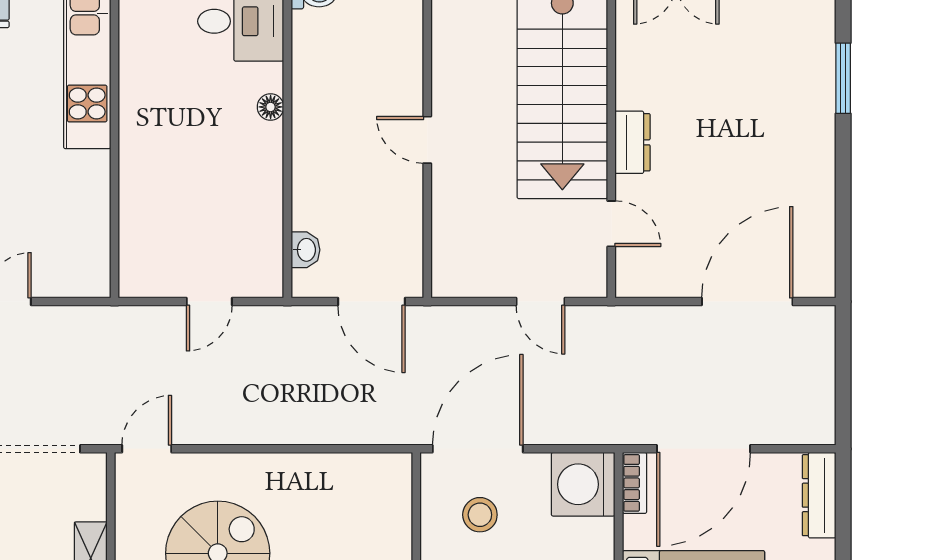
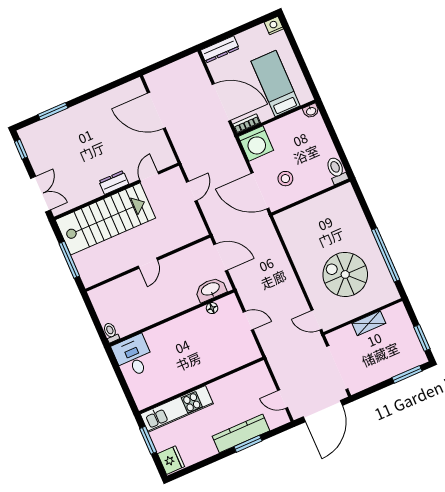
floor lamp: (271, 107) -> (212, 308), moved
washbasin: (306, 250) -> (211, 289), width x1.91, depth x1.45
door: (372, 302) -> (221, 257), hinge flipped

